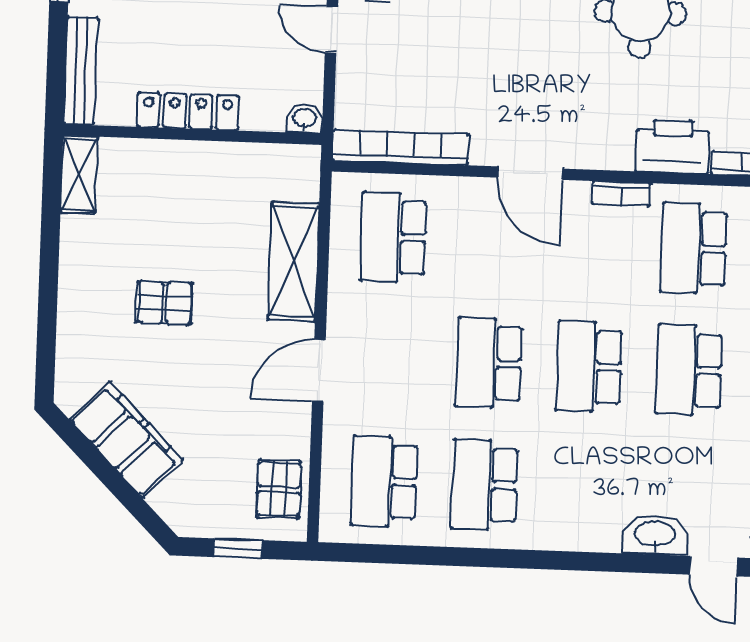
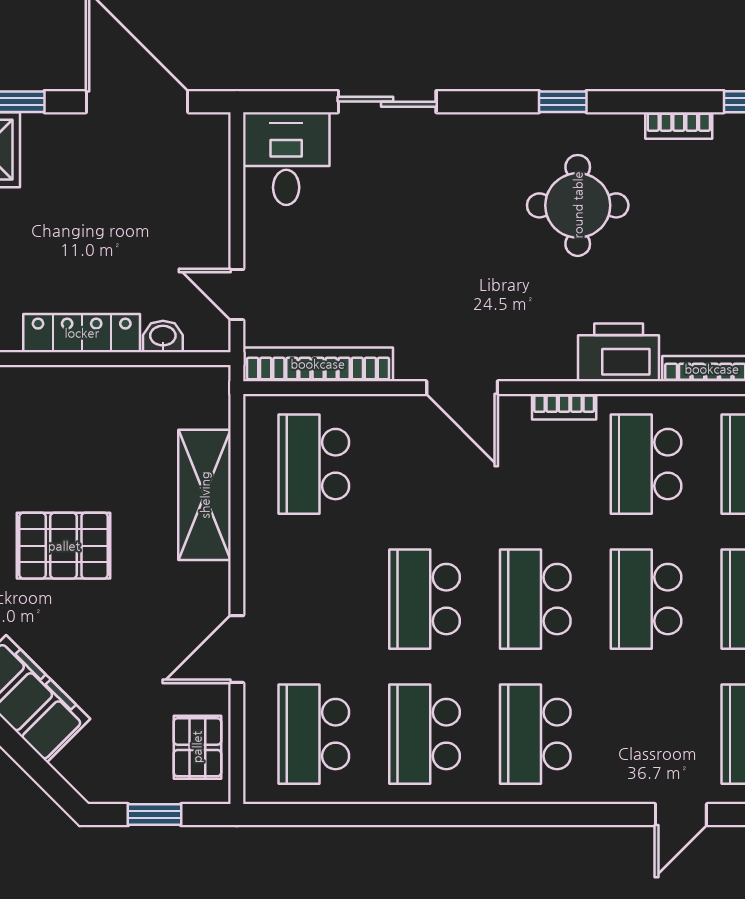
door: (331, 29) -> (237, 295), moved
washbasin: (305, 119) -> (163, 337), moved
pallet: (165, 303) -> (64, 546), width x1.50, depth x1.42
door: (319, 371) -> (237, 649), moved
school desk: (585, 488) -> (535, 734), added
washbasin: (655, 535) -> (615, 782), removed
door: (713, 566) -> (681, 815), hinge flipped

